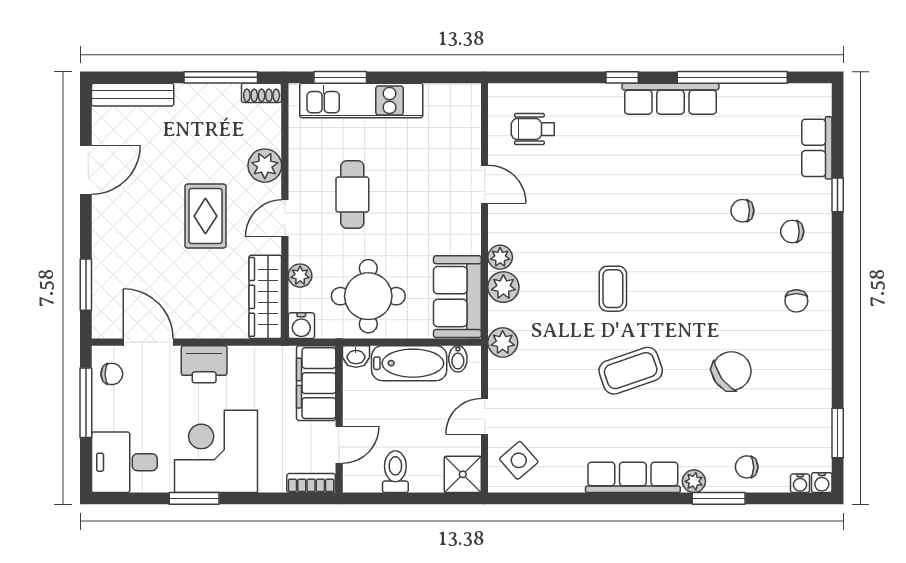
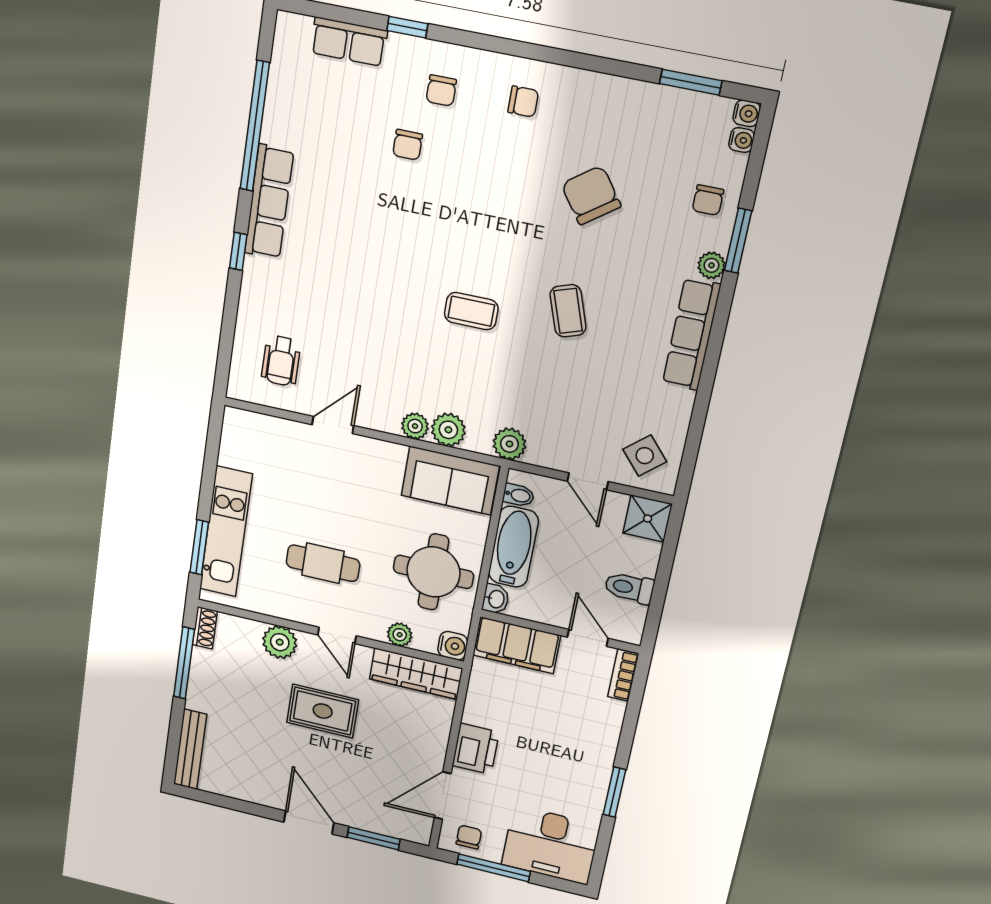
door: (86, 170) -> (309, 822), moved
coffee table: (631, 371) -> (568, 311), width x0.73, depth x0.77
corner desk: (216, 451) -> (569, 759), removed
desk: (124, 462) -> (551, 845), width x1.37

